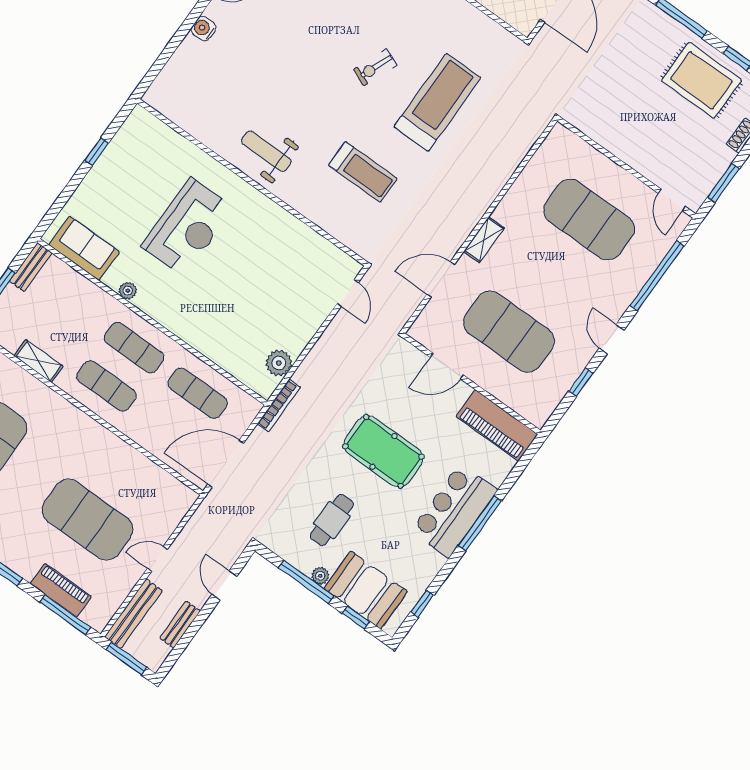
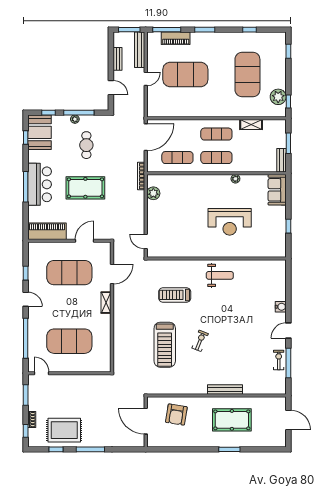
reception desk: (187, 227) -> (230, 222), turned -90
sofa: (84, 248) -> (277, 190), moved, turned 90
booth: (366, 590) -> (39, 132), moved, turned 90

